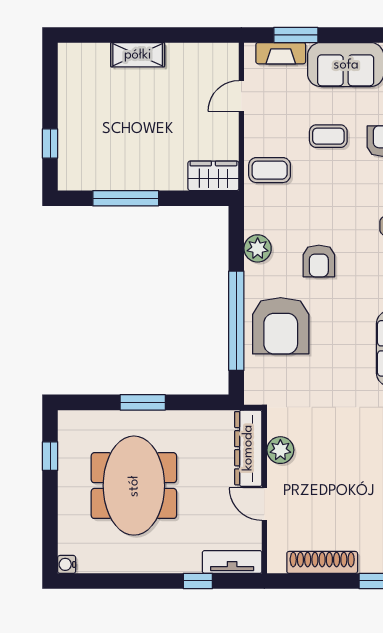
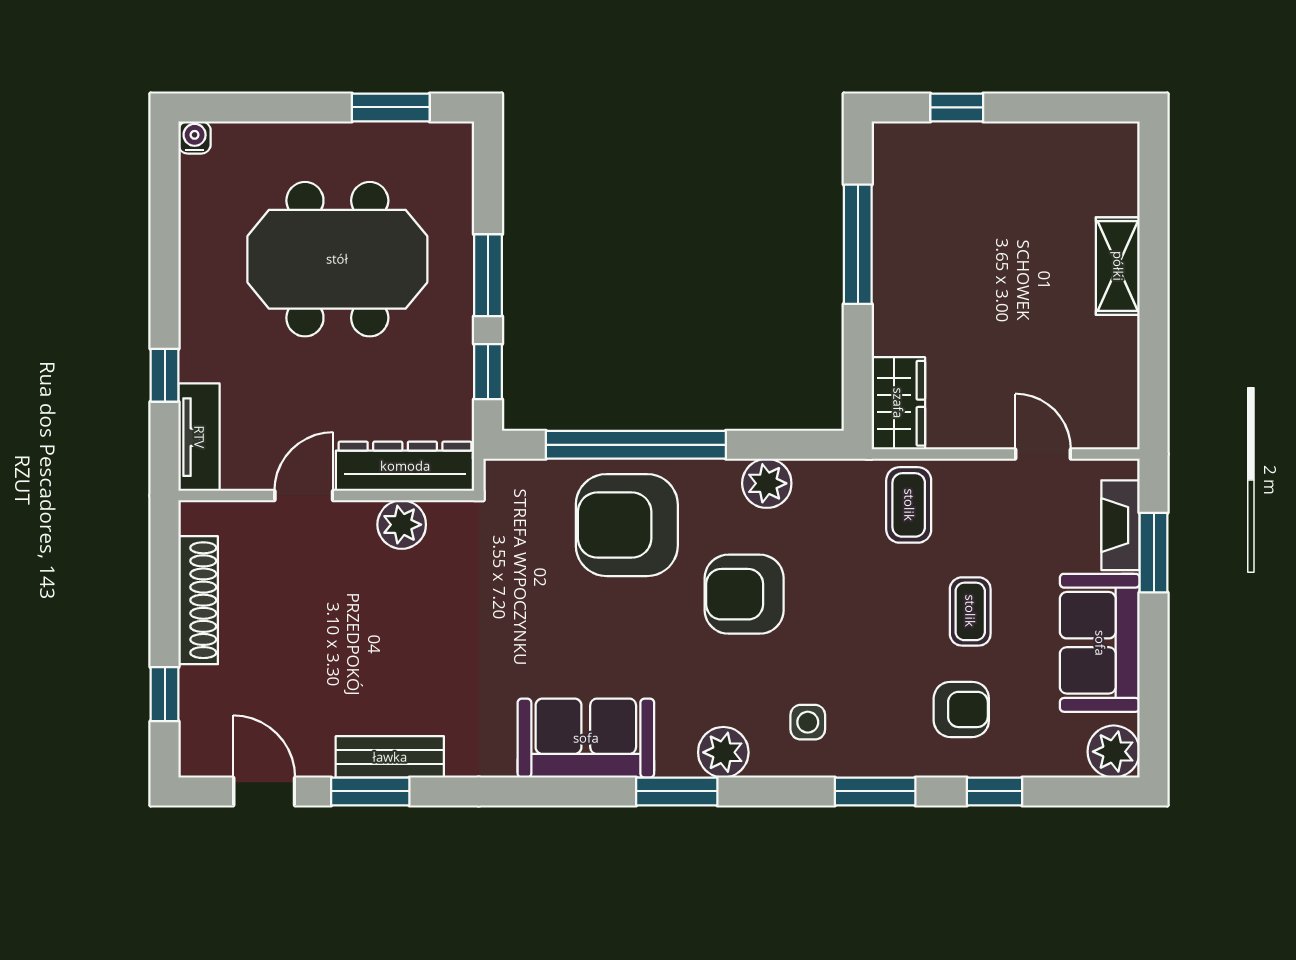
armchair: (319, 261) -> (744, 594), width x1.38, depth x1.38
window: (196, 402) -> (488, 372), added
window: (50, 456) -> (391, 107), width x1.50

